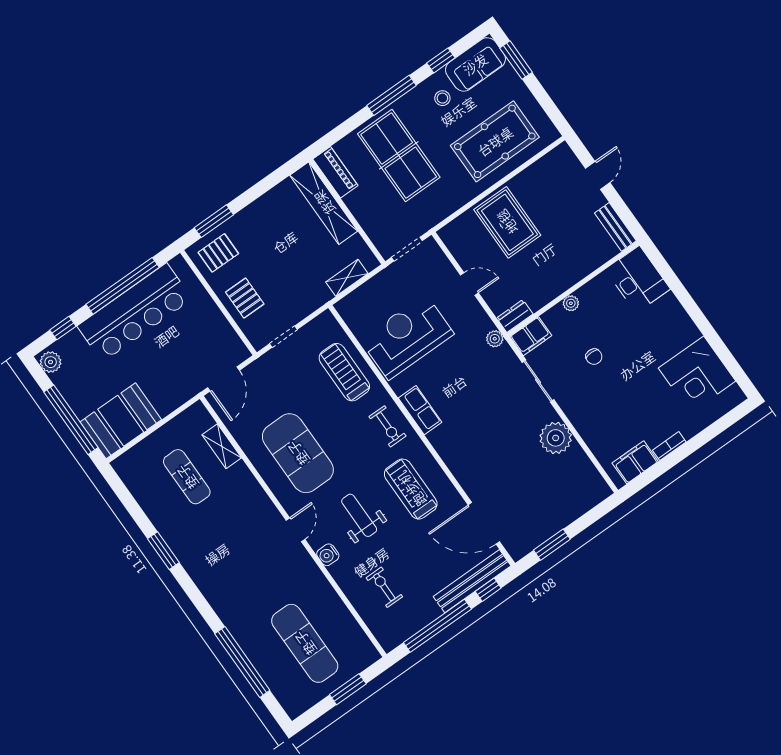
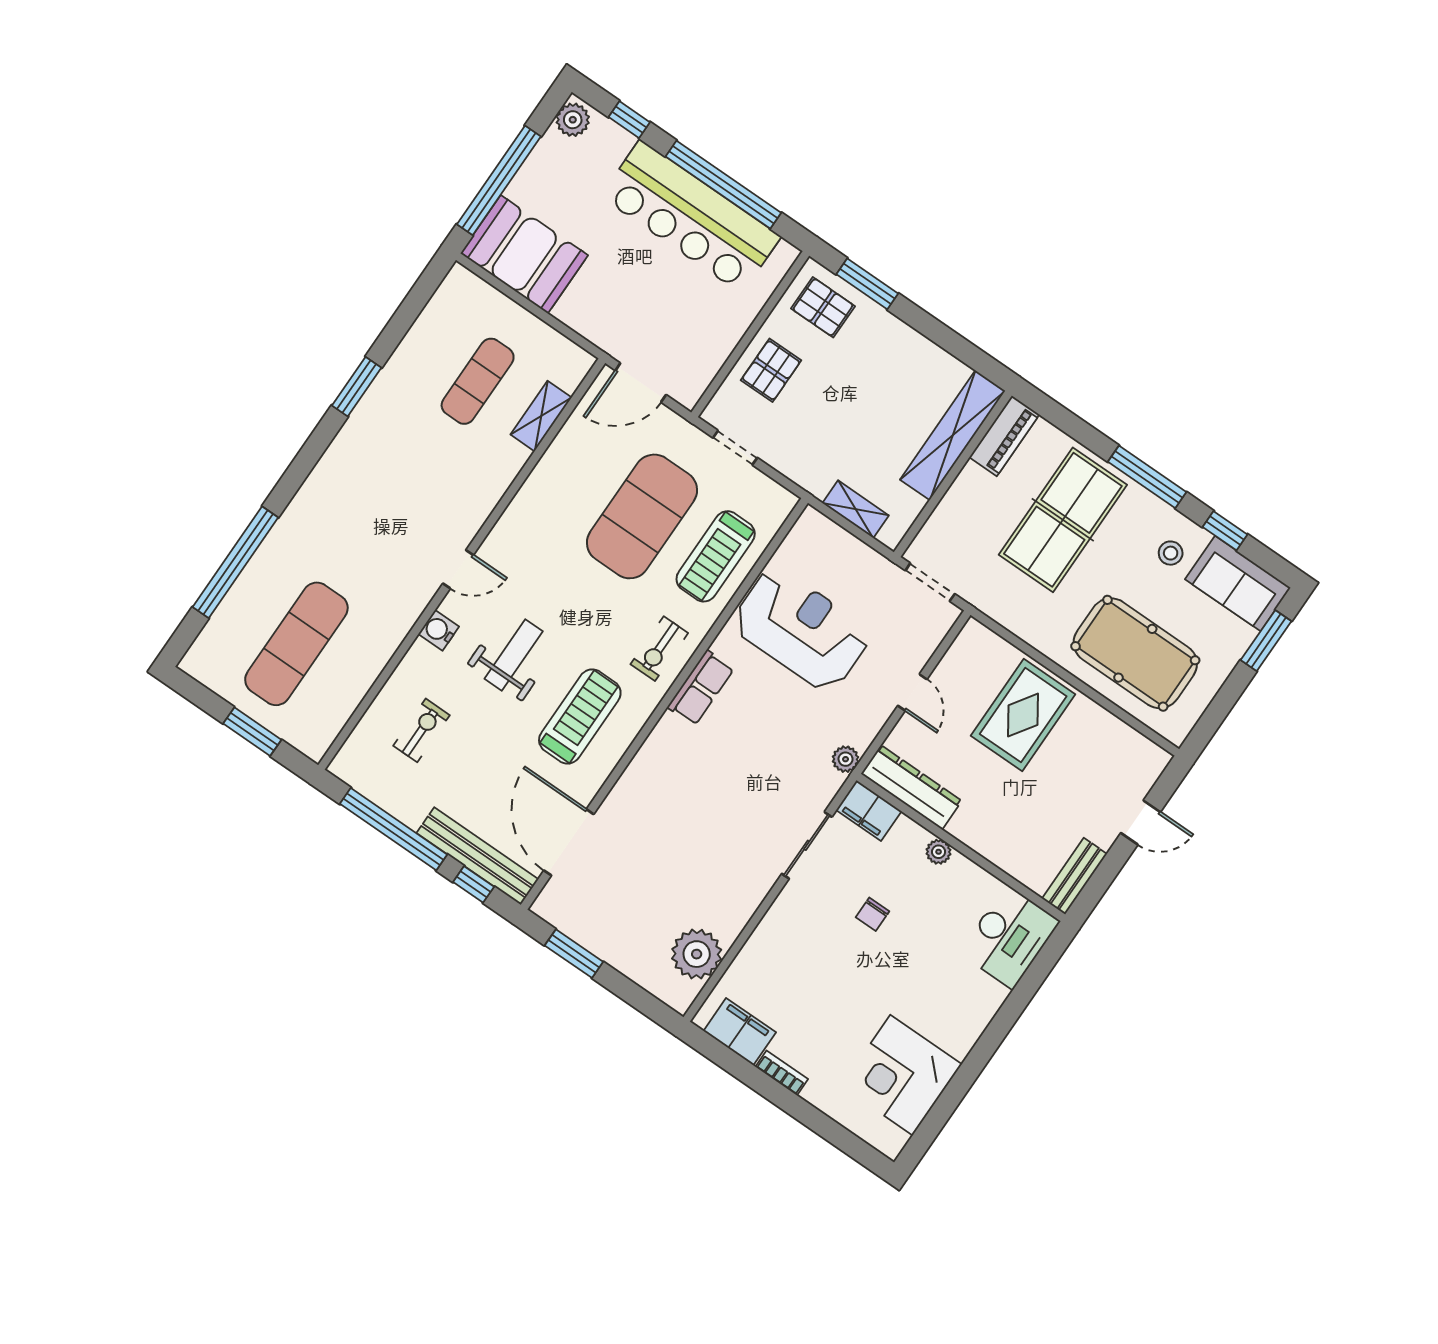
dresser: (515, 316) -> (911, 787), width x1.96, depth x1.24
treadmill: (344, 372) -> (716, 556), turned 180
plant: (556, 438) -> (697, 954), moved
exercise mat: (298, 453) -> (642, 516), moved

